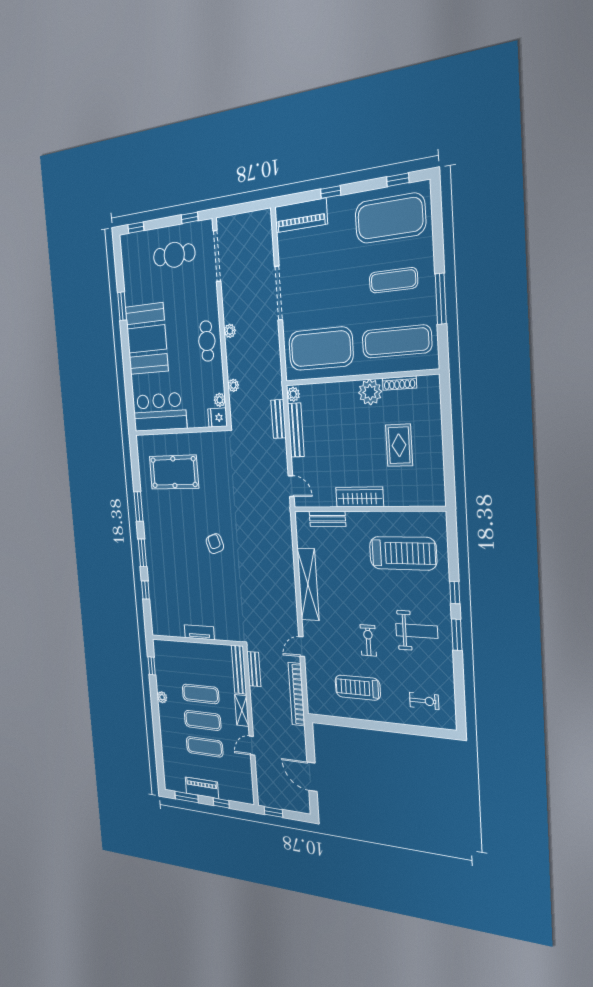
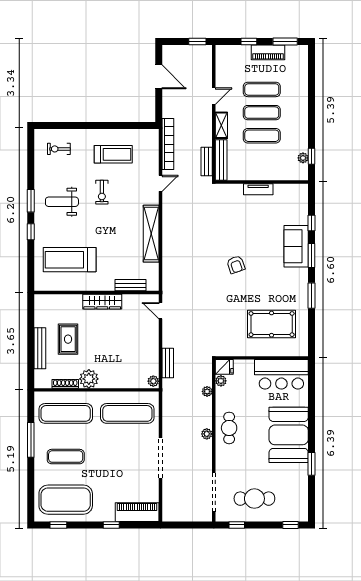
exercise mat: (321, 349) -> (127, 413), width x0.68
bench: (296, 430) -> (40, 348), moved
sofa: (158, 564) -> (296, 246), added
plant: (162, 697) -> (303, 158), moved

